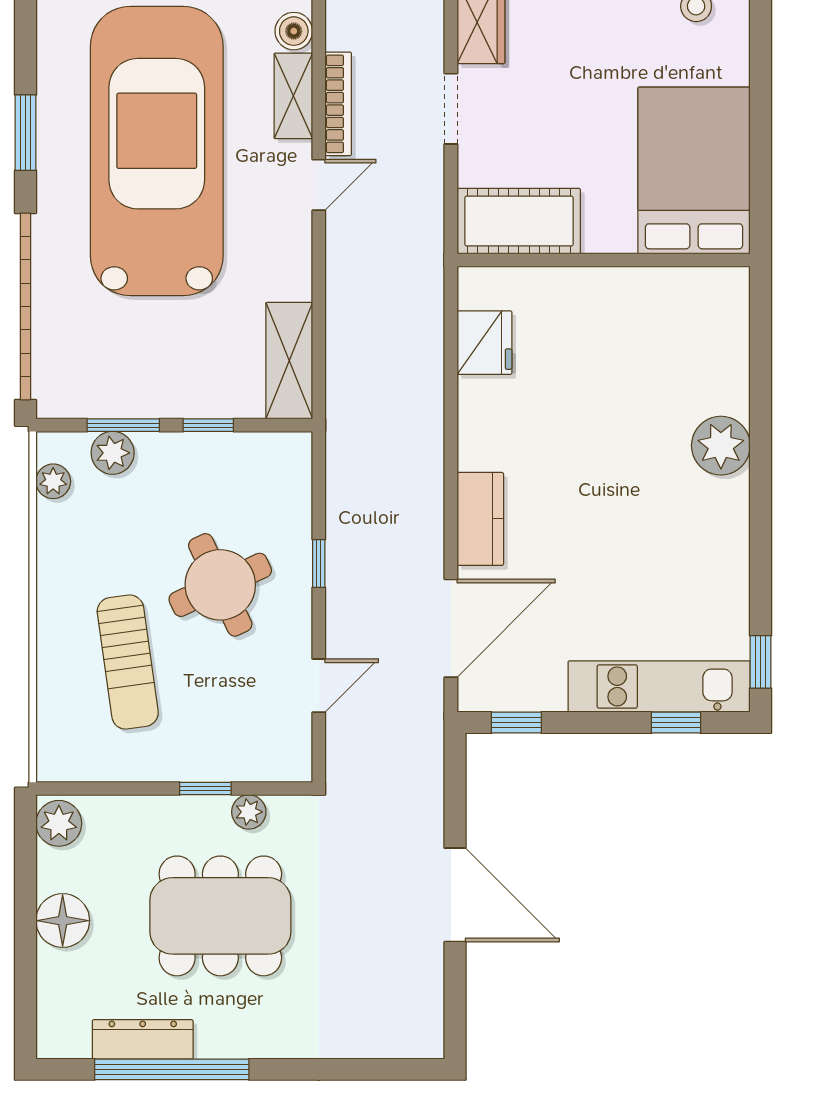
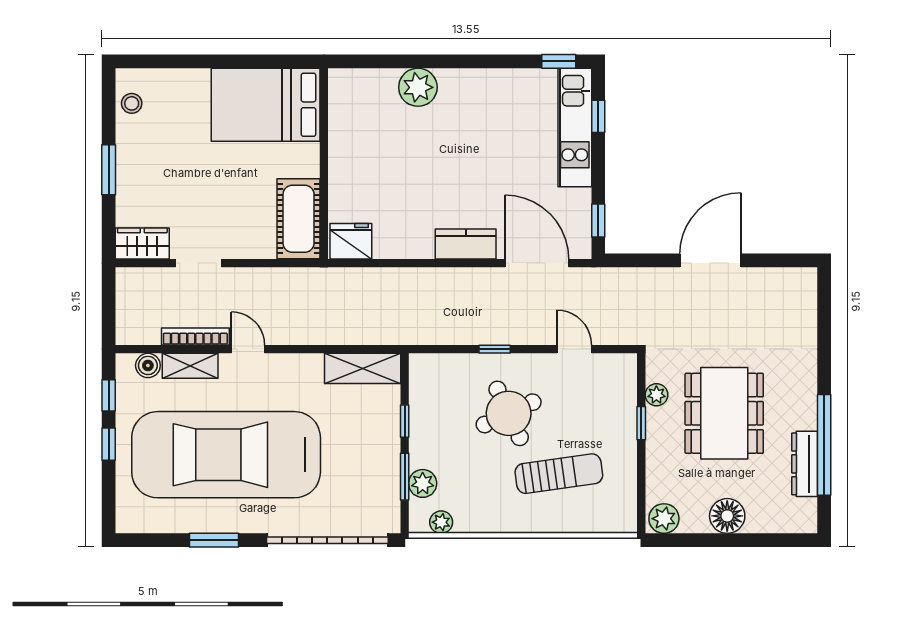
bed: (694, 170) -> (266, 105), moved
cot: (519, 221) -> (299, 219), moved
wall: (604, 260) -> (324, 164), moved

